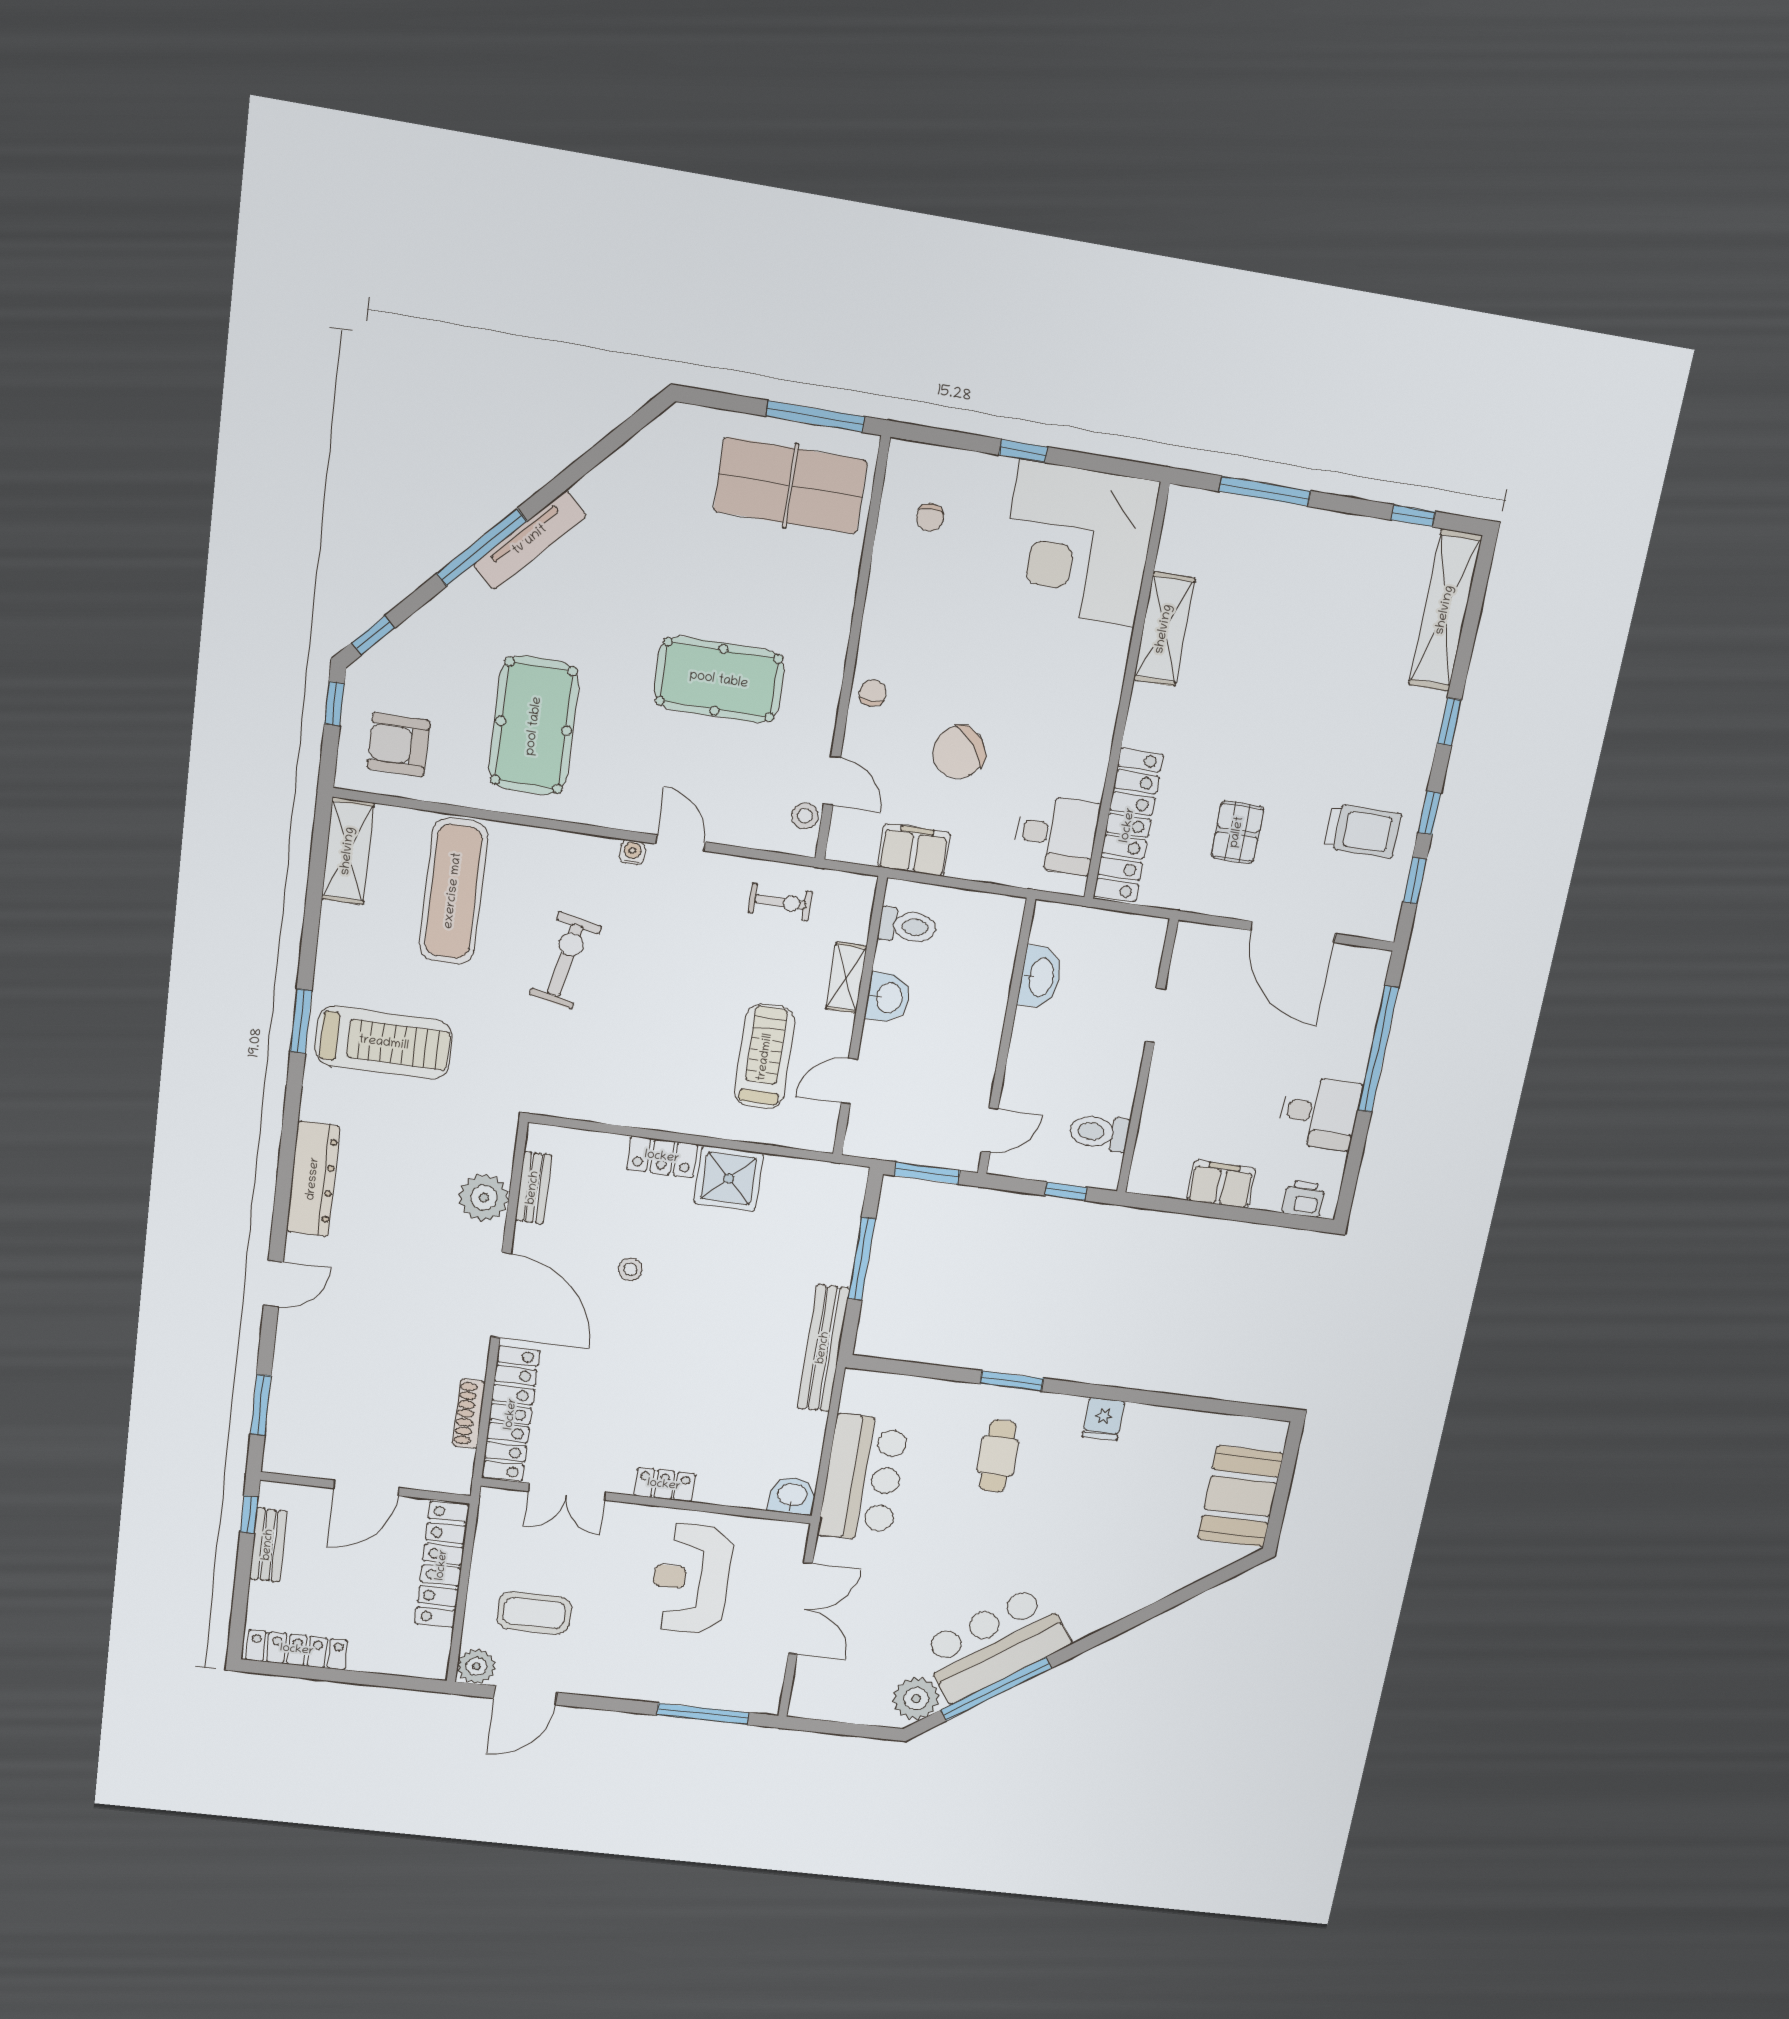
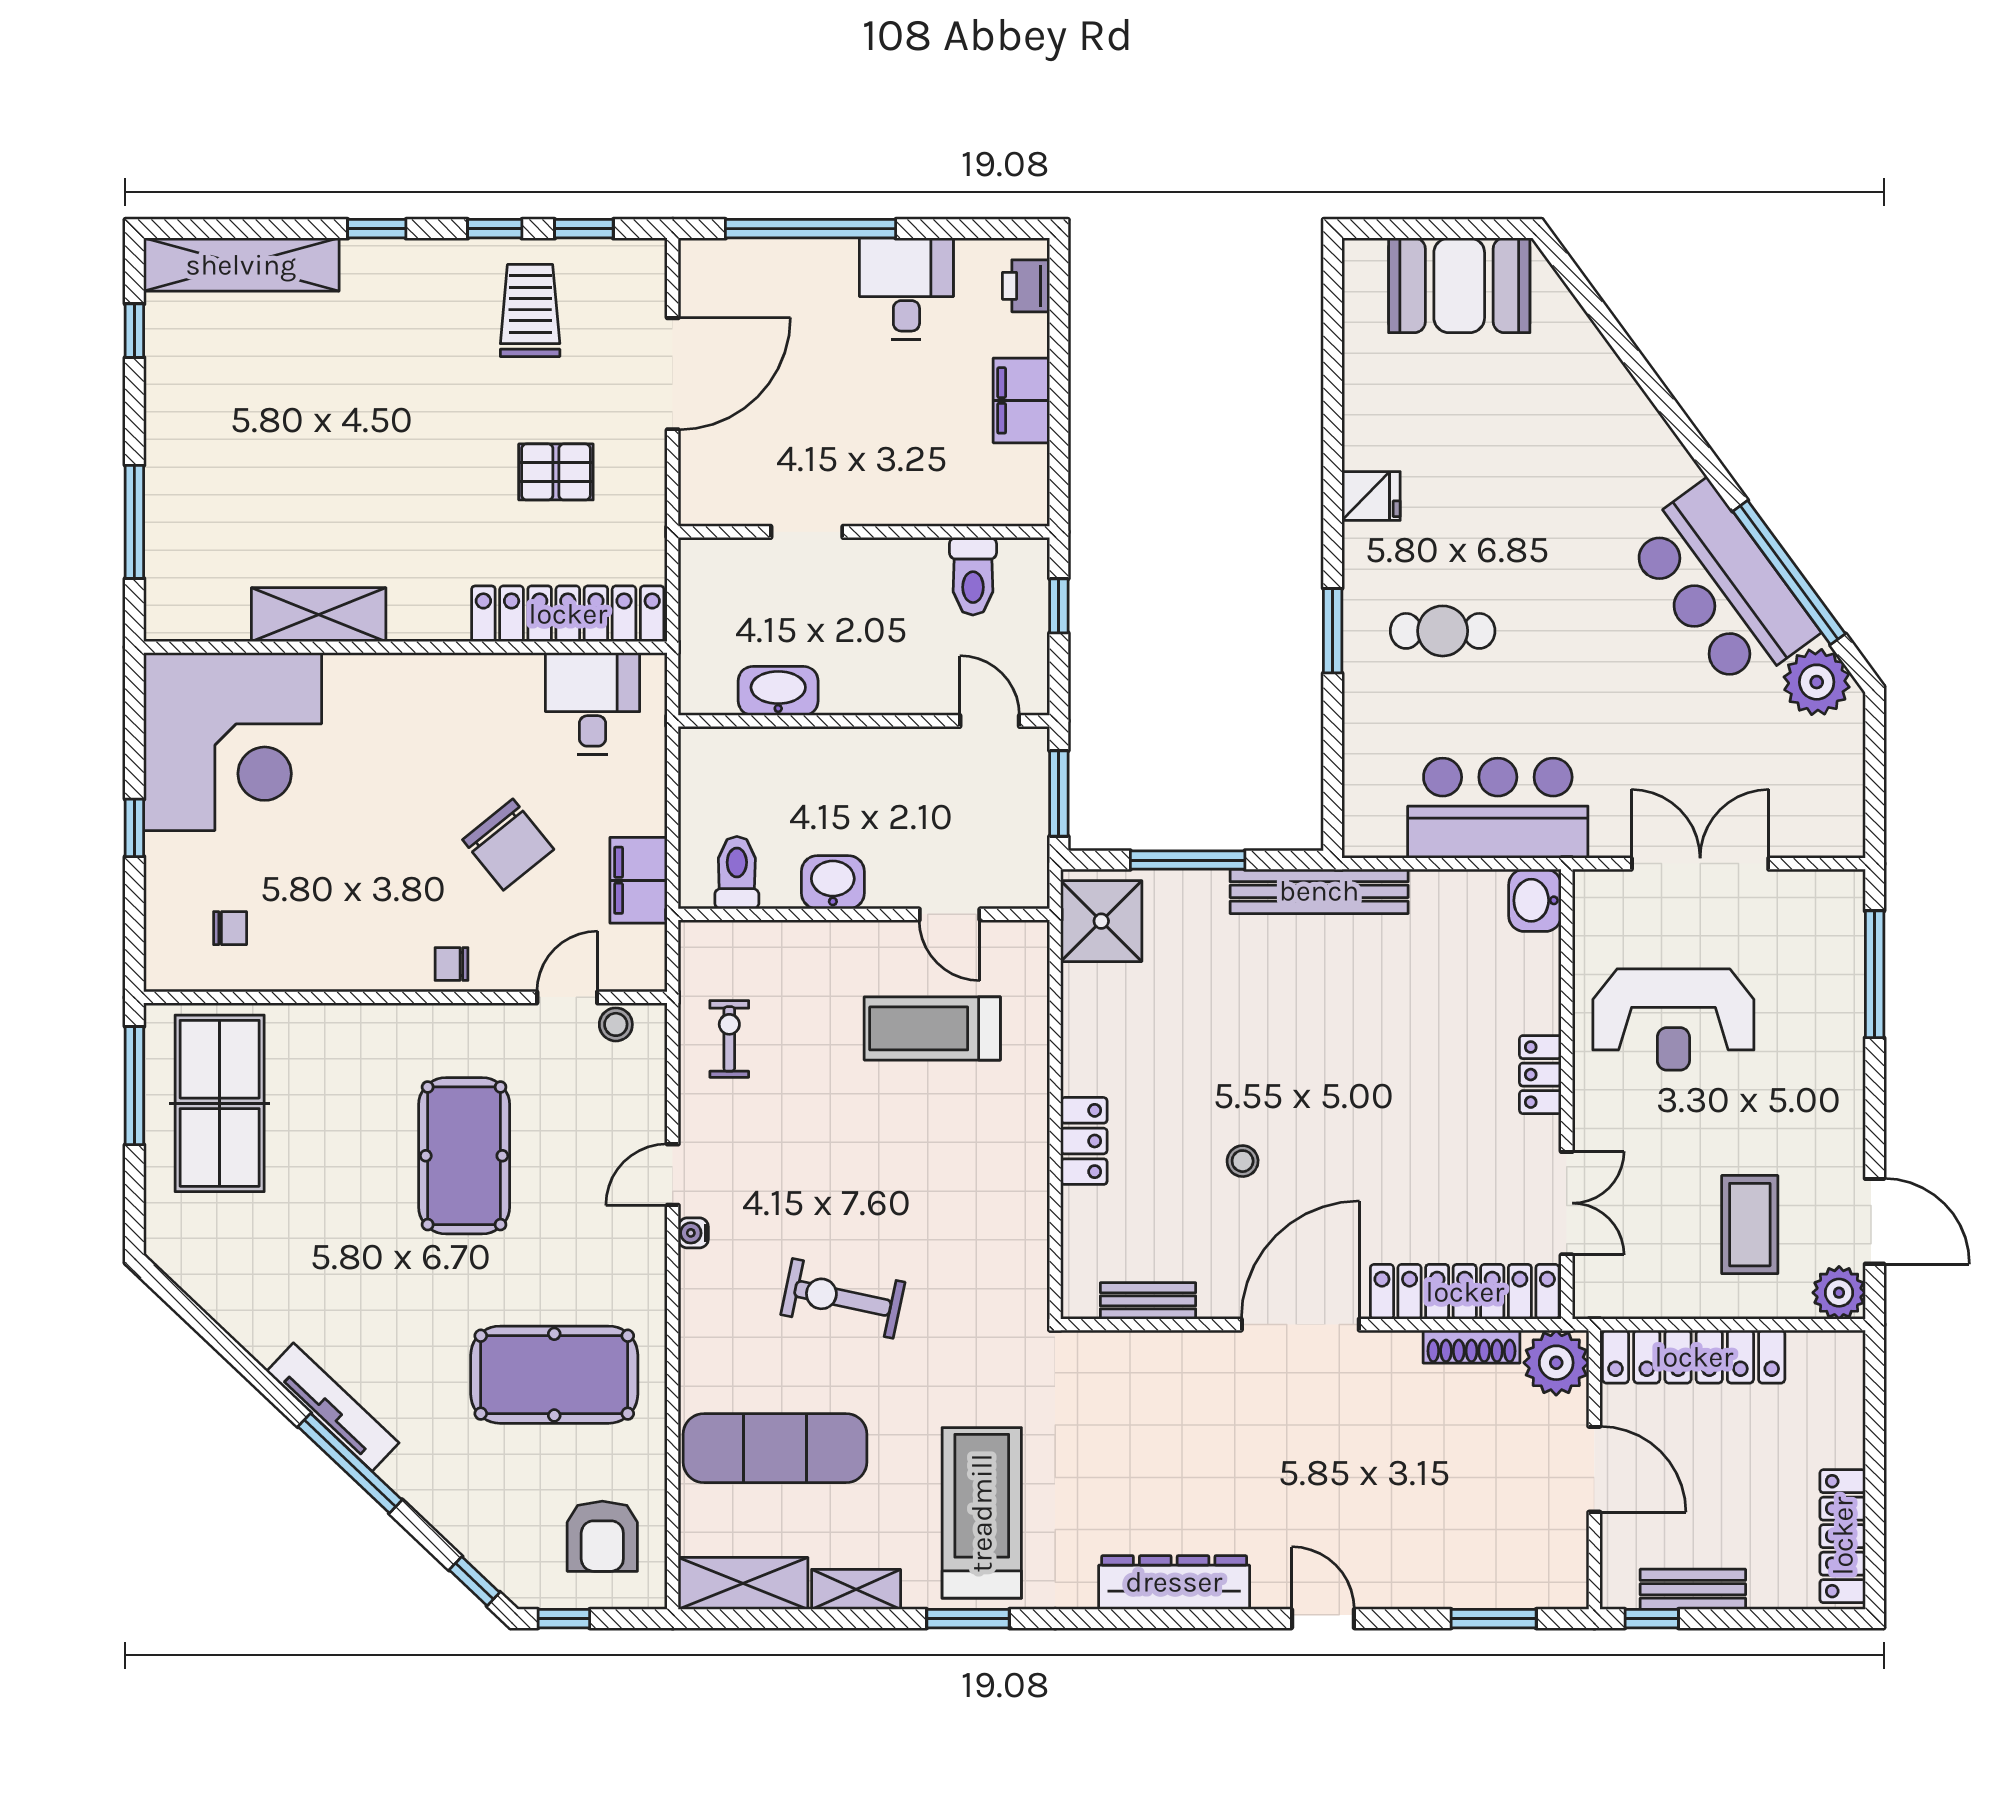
shelving: (846, 978) -> (856, 1589), moved
shower: (729, 1178) -> (1101, 921), moved
plant: (484, 1198) -> (1556, 1363), moved

